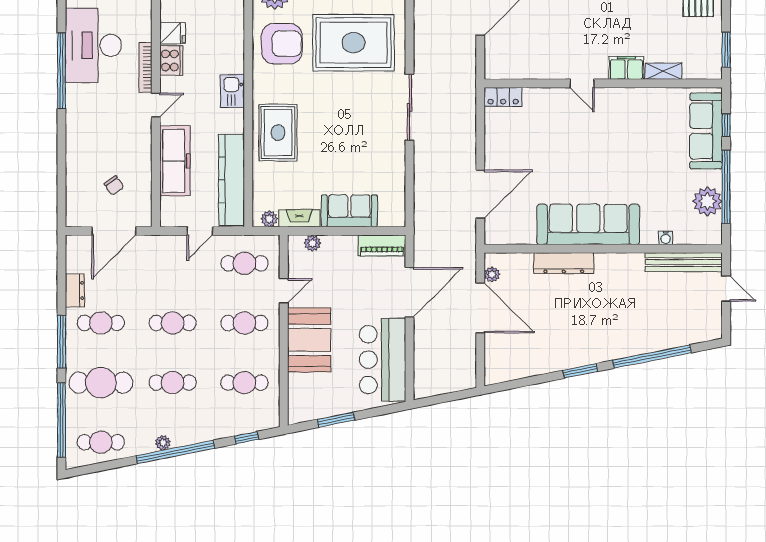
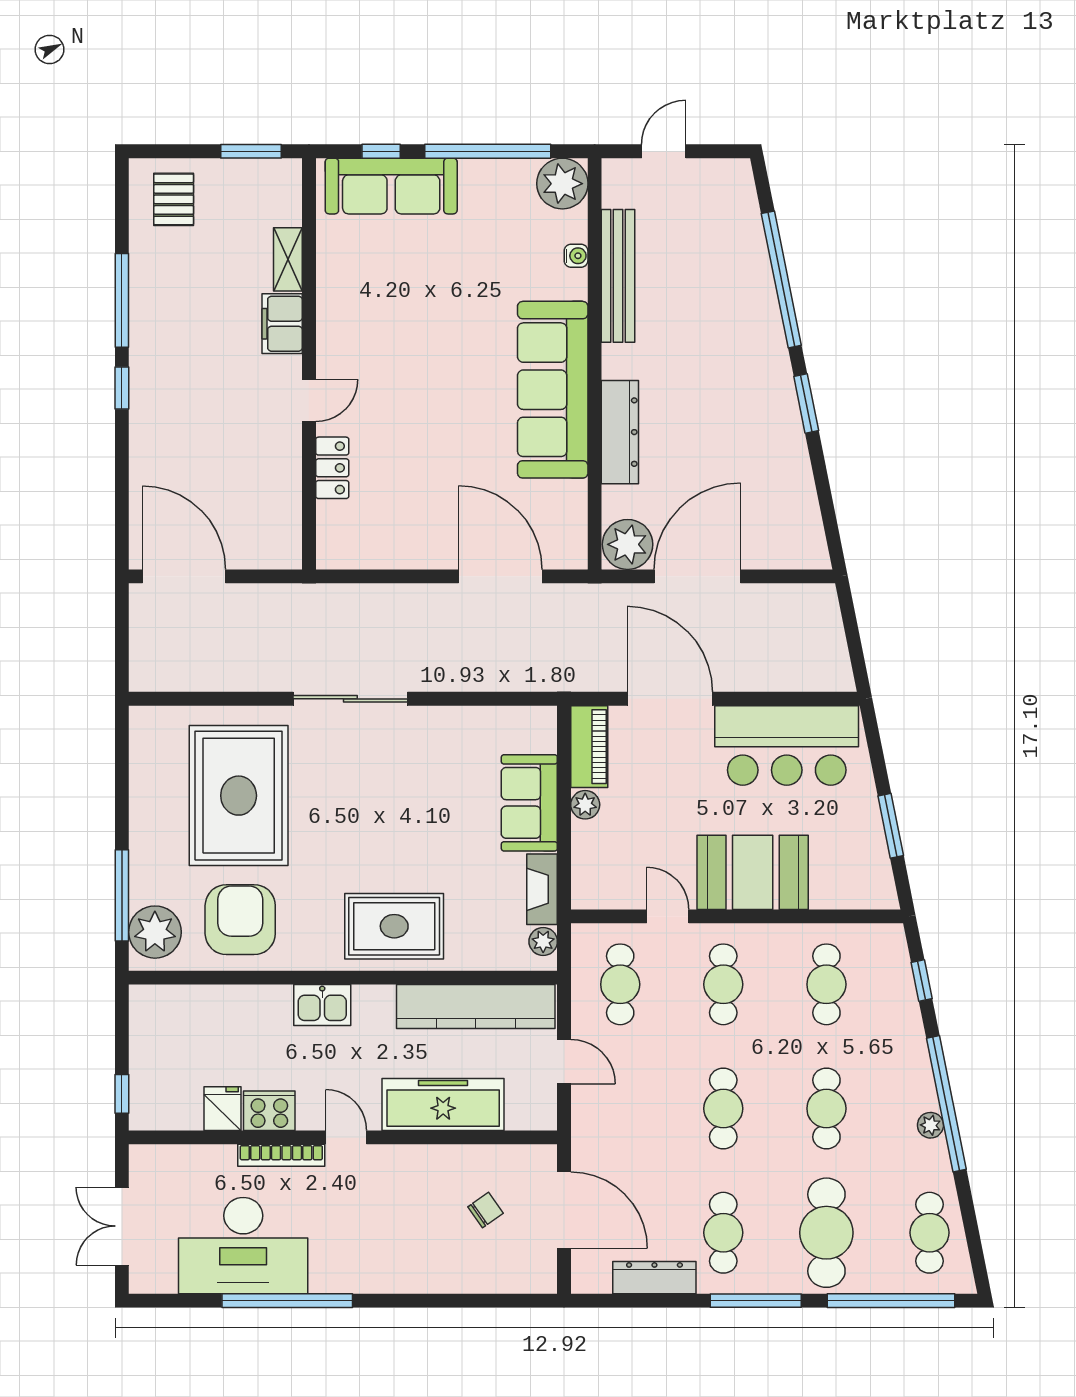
locker: (503, 97) -> (332, 468), moved
plant: (707, 201) -> (562, 184), moved
plant: (312, 243) -> (585, 805), moved
bench: (684, 262) -> (618, 276), moved
plant: (492, 274) -> (628, 544), width x1.88, depth x1.88
dresser: (75, 290) -> (654, 1278), width x1.44

